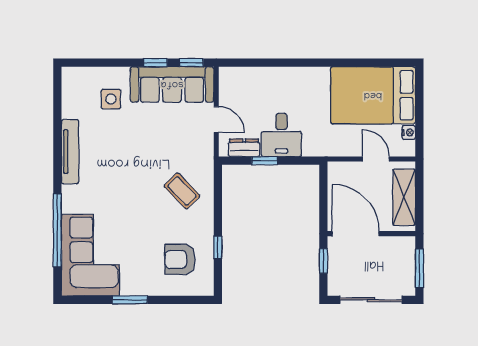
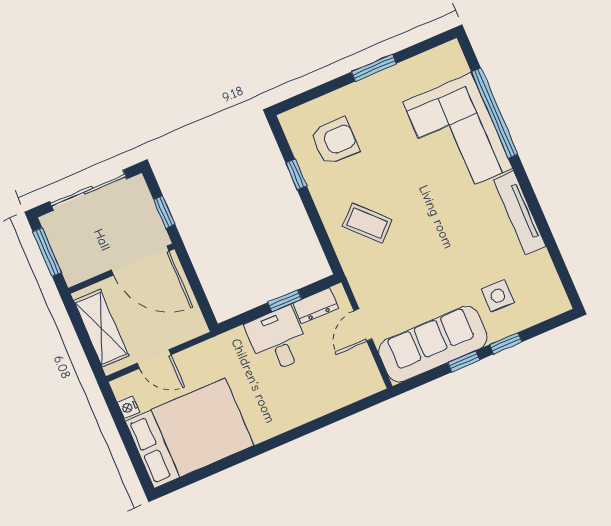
window: (191, 63) -> (506, 343), moved
door: (216, 120) -> (363, 325), hinge flipped
corner sofa: (90, 255) -> (458, 135), moved

